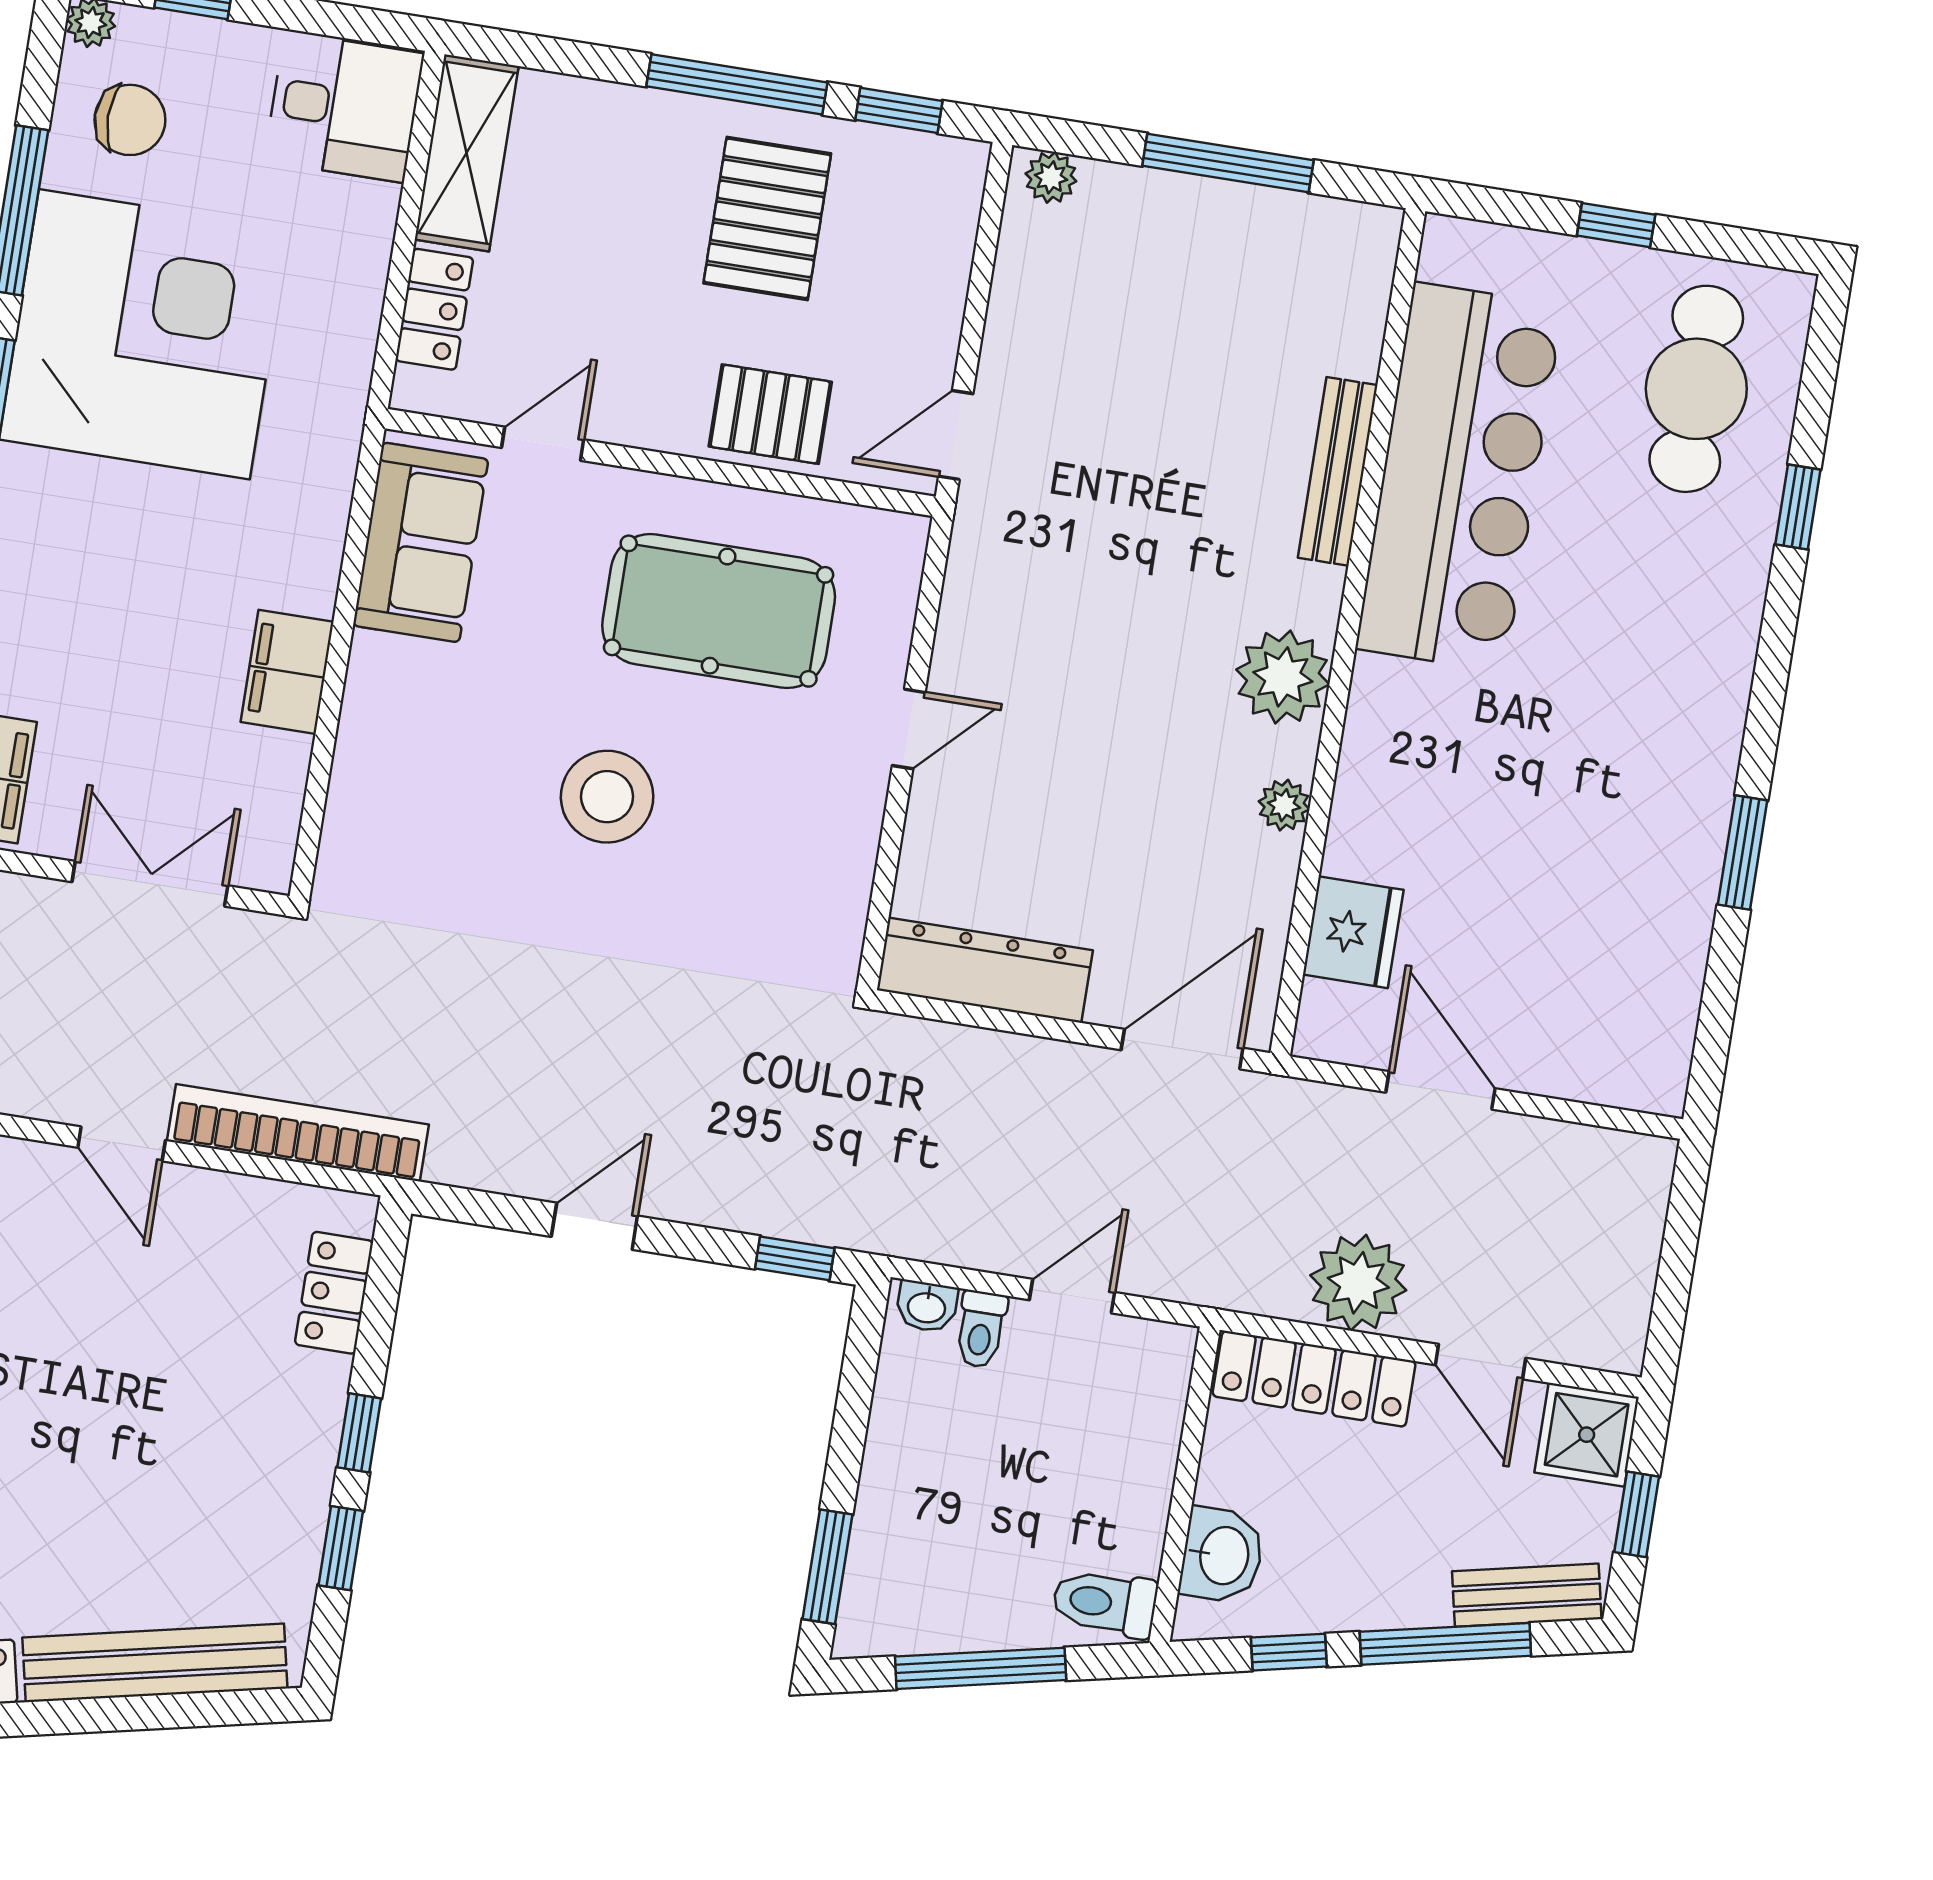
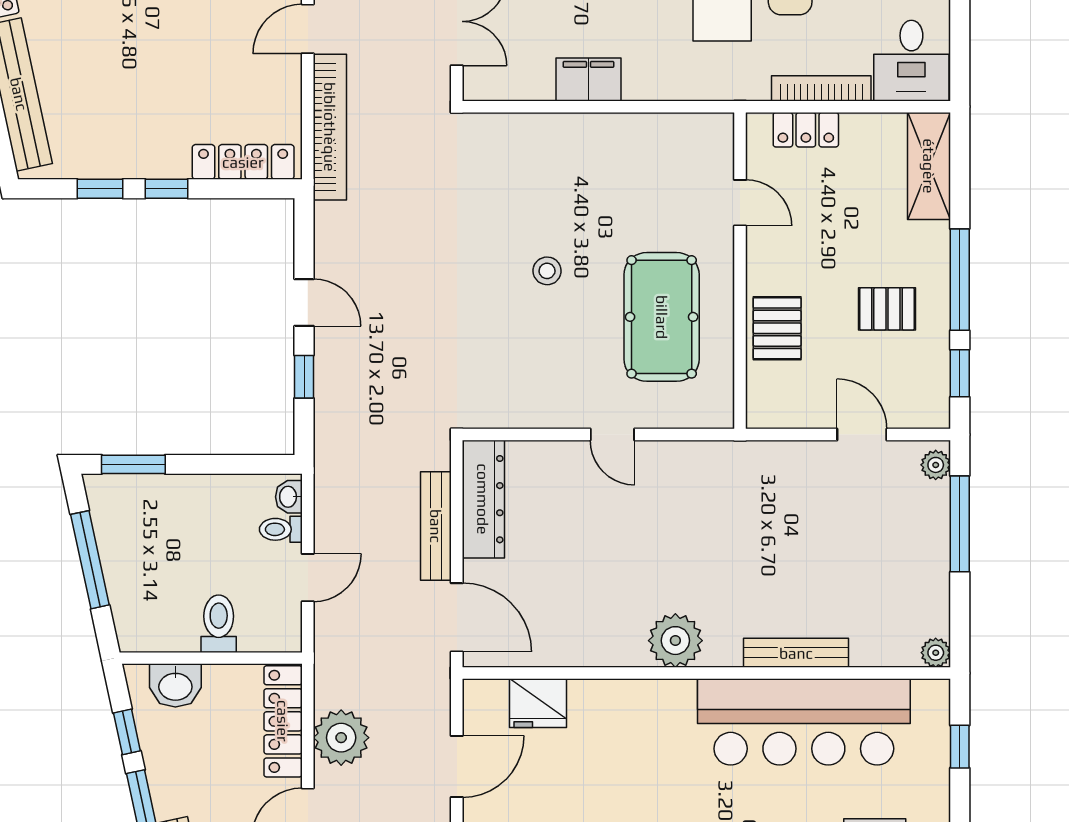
shelving: (467, 153) -> (929, 166), moved, turned 90
window: (1228, 163) -> (960, 524), moved
pallet: (767, 218) -> (887, 309), width x0.67, depth x0.71
window: (1616, 225) -> (960, 747), moved
bookcase: (367, 271) -> (821, 88), added
door: (956, 435) -> (862, 435), moved
sofa: (421, 542) -> (673, 143), removed
stool: (607, 797) -> (547, 271), width x0.53, depth x0.53
plant: (1284, 805) -> (936, 653), moved
bench: (1018, 1060) -> (436, 526), added
window: (795, 1258) -> (304, 377), moved
locker: (334, 1293) -> (243, 162), width x1.53
door: (1072, 1296) -> (308, 578), hinge flipped
toilet: (1105, 1603) -> (219, 624), moved

